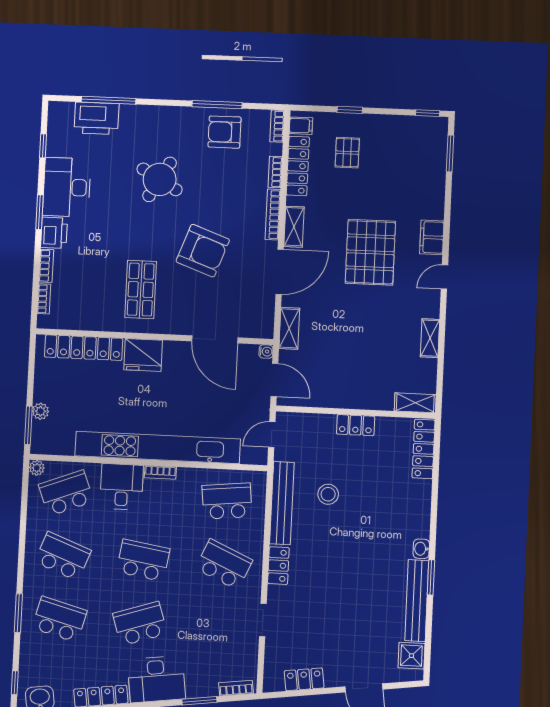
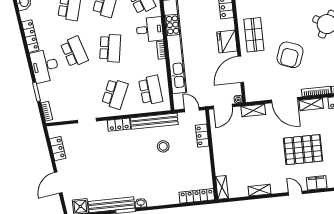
shop shelf: (141, 290) -> (254, 35), moved, turned 90
fridge: (143, 355) -> (227, 42), moved
locker: (356, 425) -> (202, 136), moved

